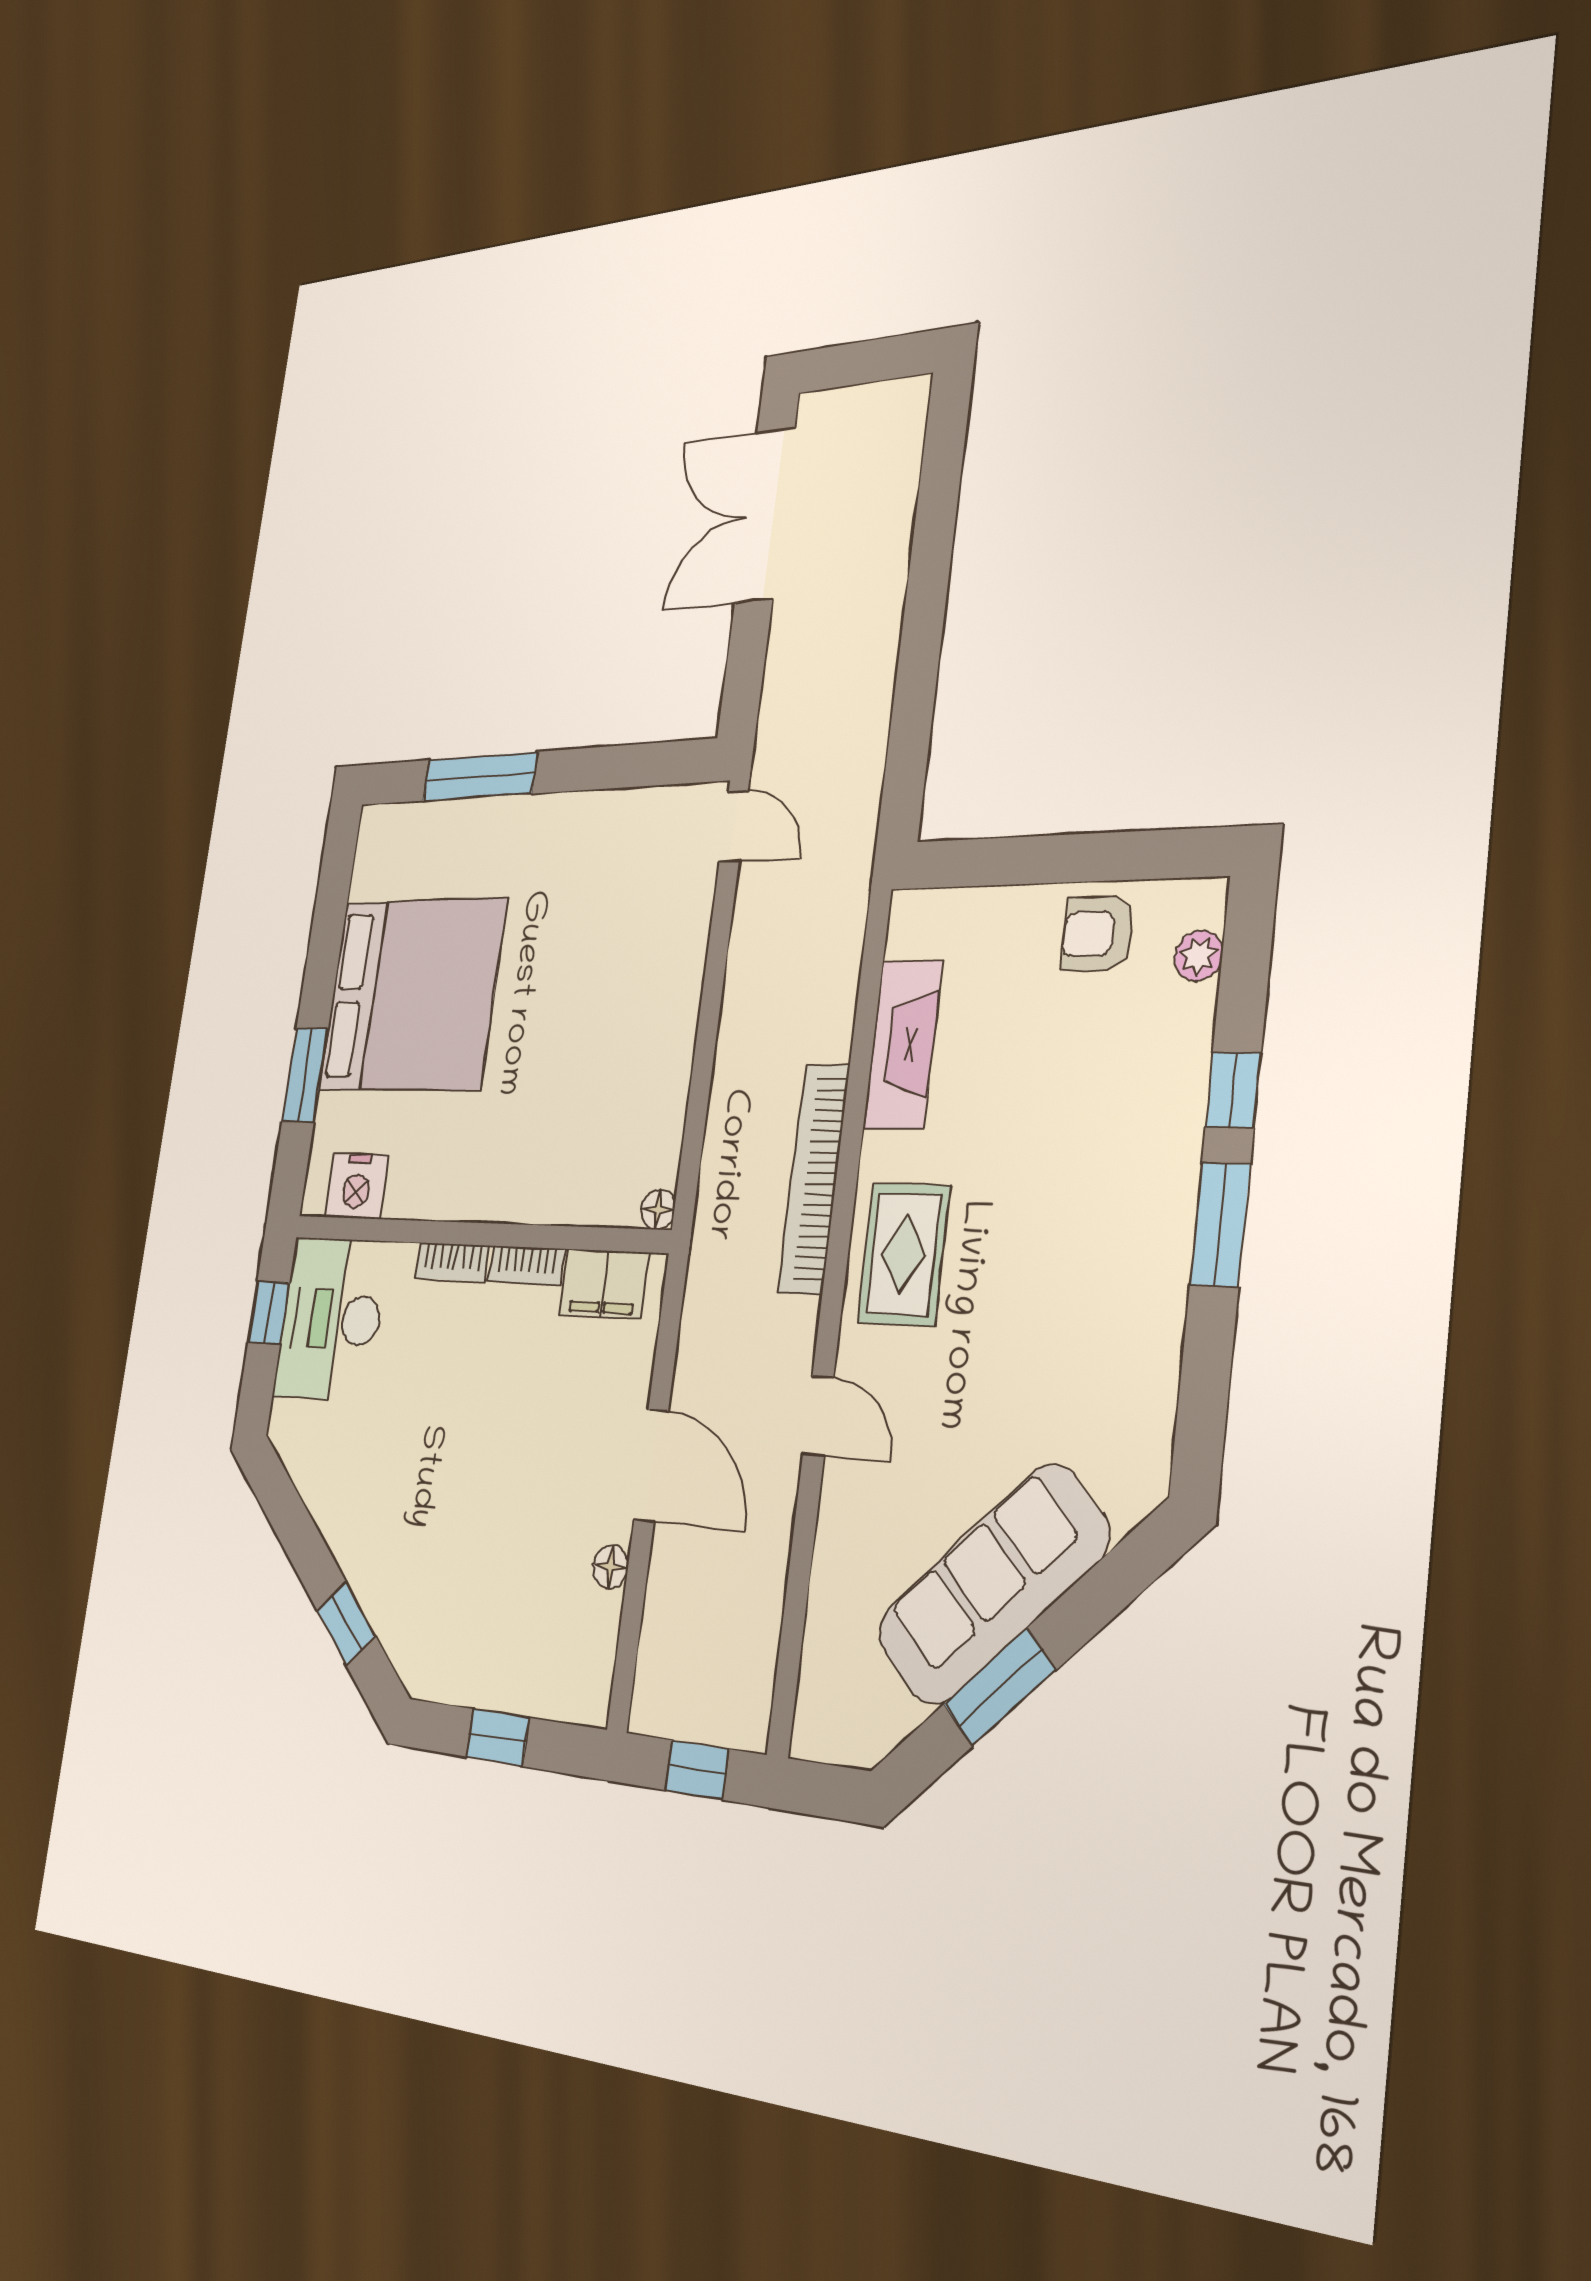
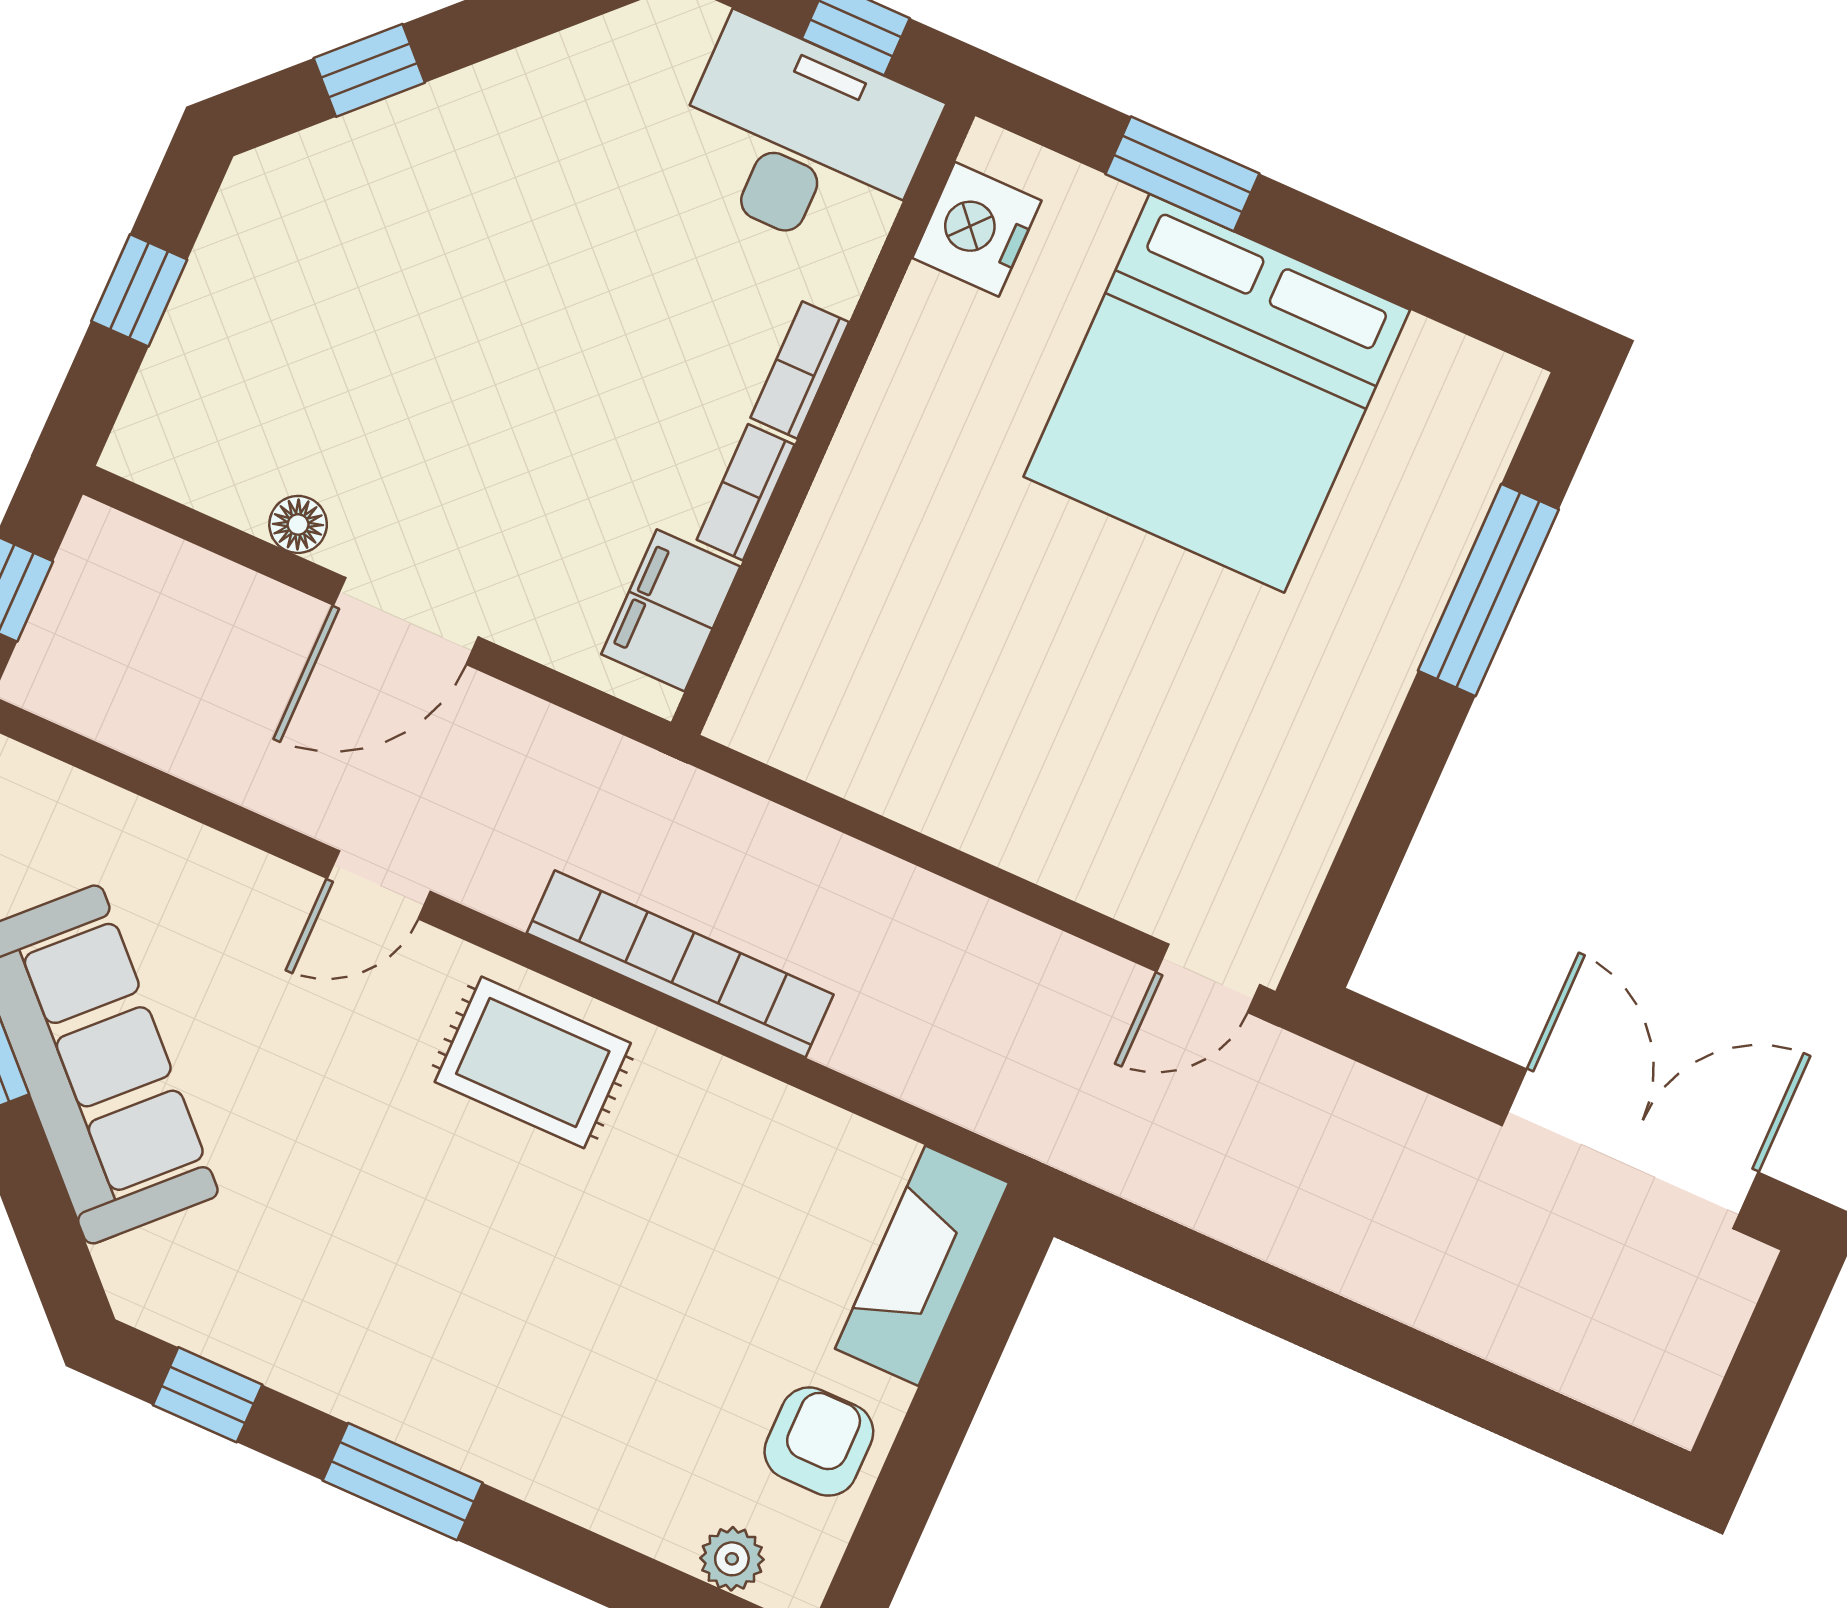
fireplace: (903, 1045) -> (922, 1266), moved, turned 90
window: (1233, 1090) -> (208, 1395), moved
floor lamp: (658, 1209) -> (736, 721), removed

